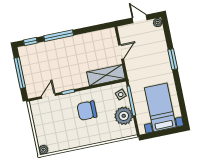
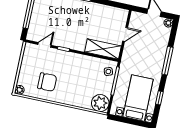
window: (173, 59) -> (167, 61), width x1.44
window: (181, 98) -> (159, 98), added
chair: (87, 111) -> (47, 82), moved, turned 180
plant: (124, 116) -> (100, 103), moved

